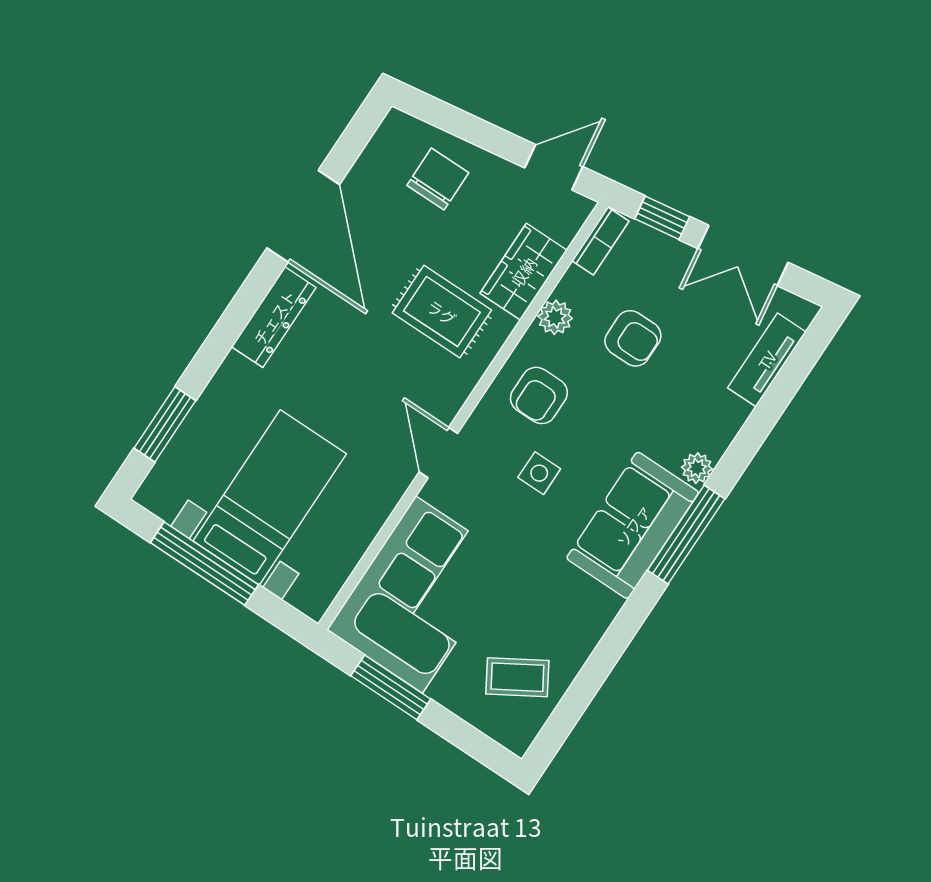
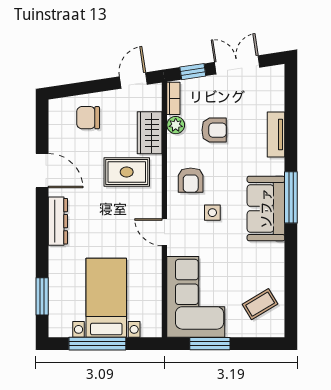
chair: (438, 179) -> (88, 118), turned -90
door: (303, 216) -> (42, 171), width x0.73
double door: (743, 255) -> (237, 65), swing flipped
plant: (555, 317) -> (176, 125), moved
tv unit: (767, 360) -> (276, 135), moved
plant: (697, 468) -> (277, 167), removed

